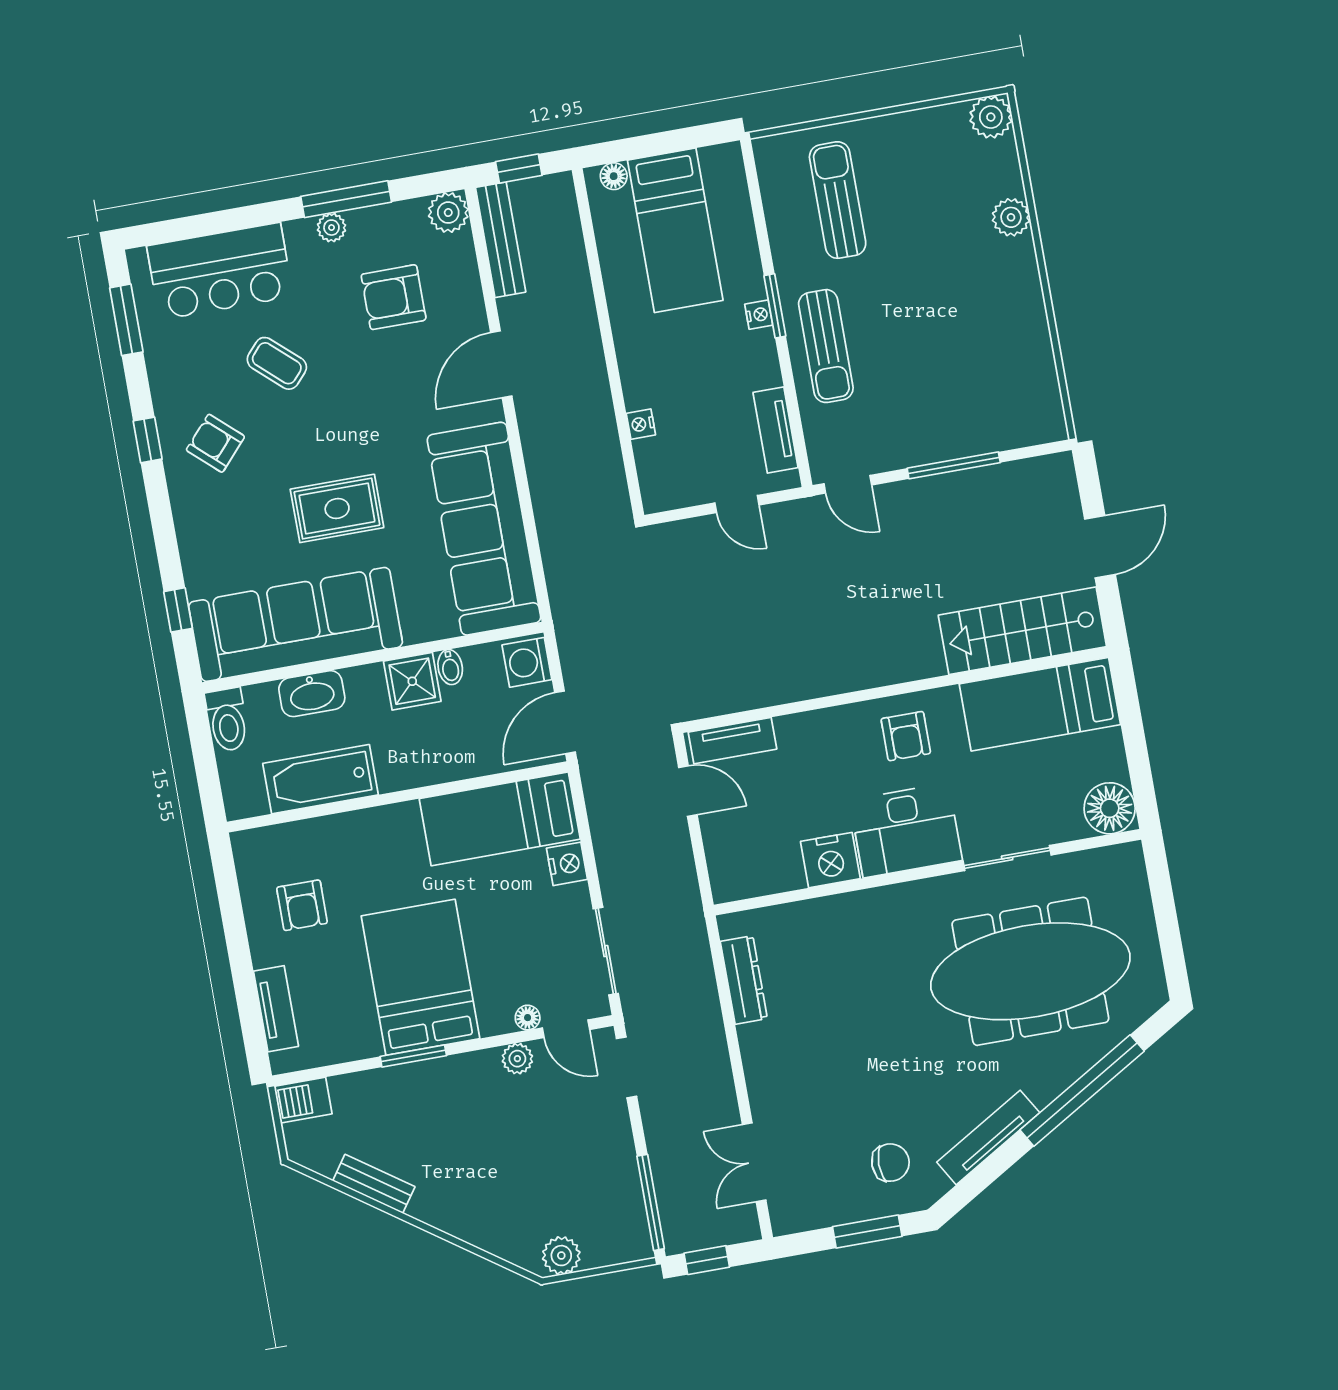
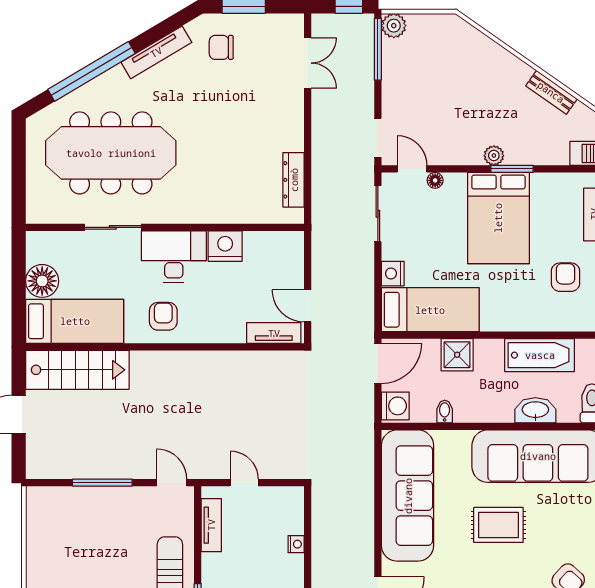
shower: (412, 681) -> (457, 355), moved
floor lamp: (1110, 808) -> (42, 281), moved
plant: (517, 1059) -> (494, 156), moved
plant: (561, 1256) -> (394, 26), moved

